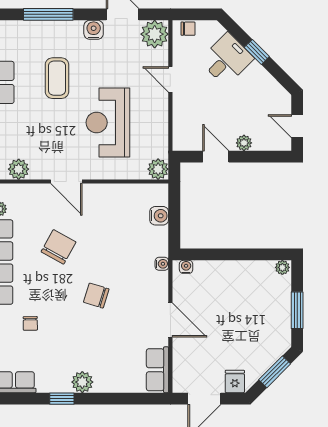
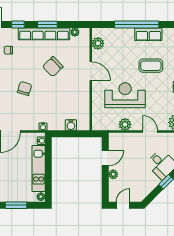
door: (170, 79) -> (150, 132), hinge flipped
plant: (158, 169) -> (125, 124), moved
door: (66, 181) -> (91, 71), swing flipped
chair: (59, 247) -> (53, 67), turned 107
kitchen unit: (234, 271) -> (39, 168), added

